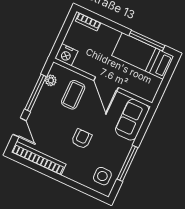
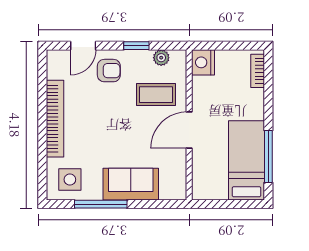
window: (36, 93) -> (136, 46), width x0.46
sofa: (132, 120) -> (131, 184), moved
armchair: (82, 139) -> (109, 71), moved
bookcase: (39, 158) -> (55, 119), moved

